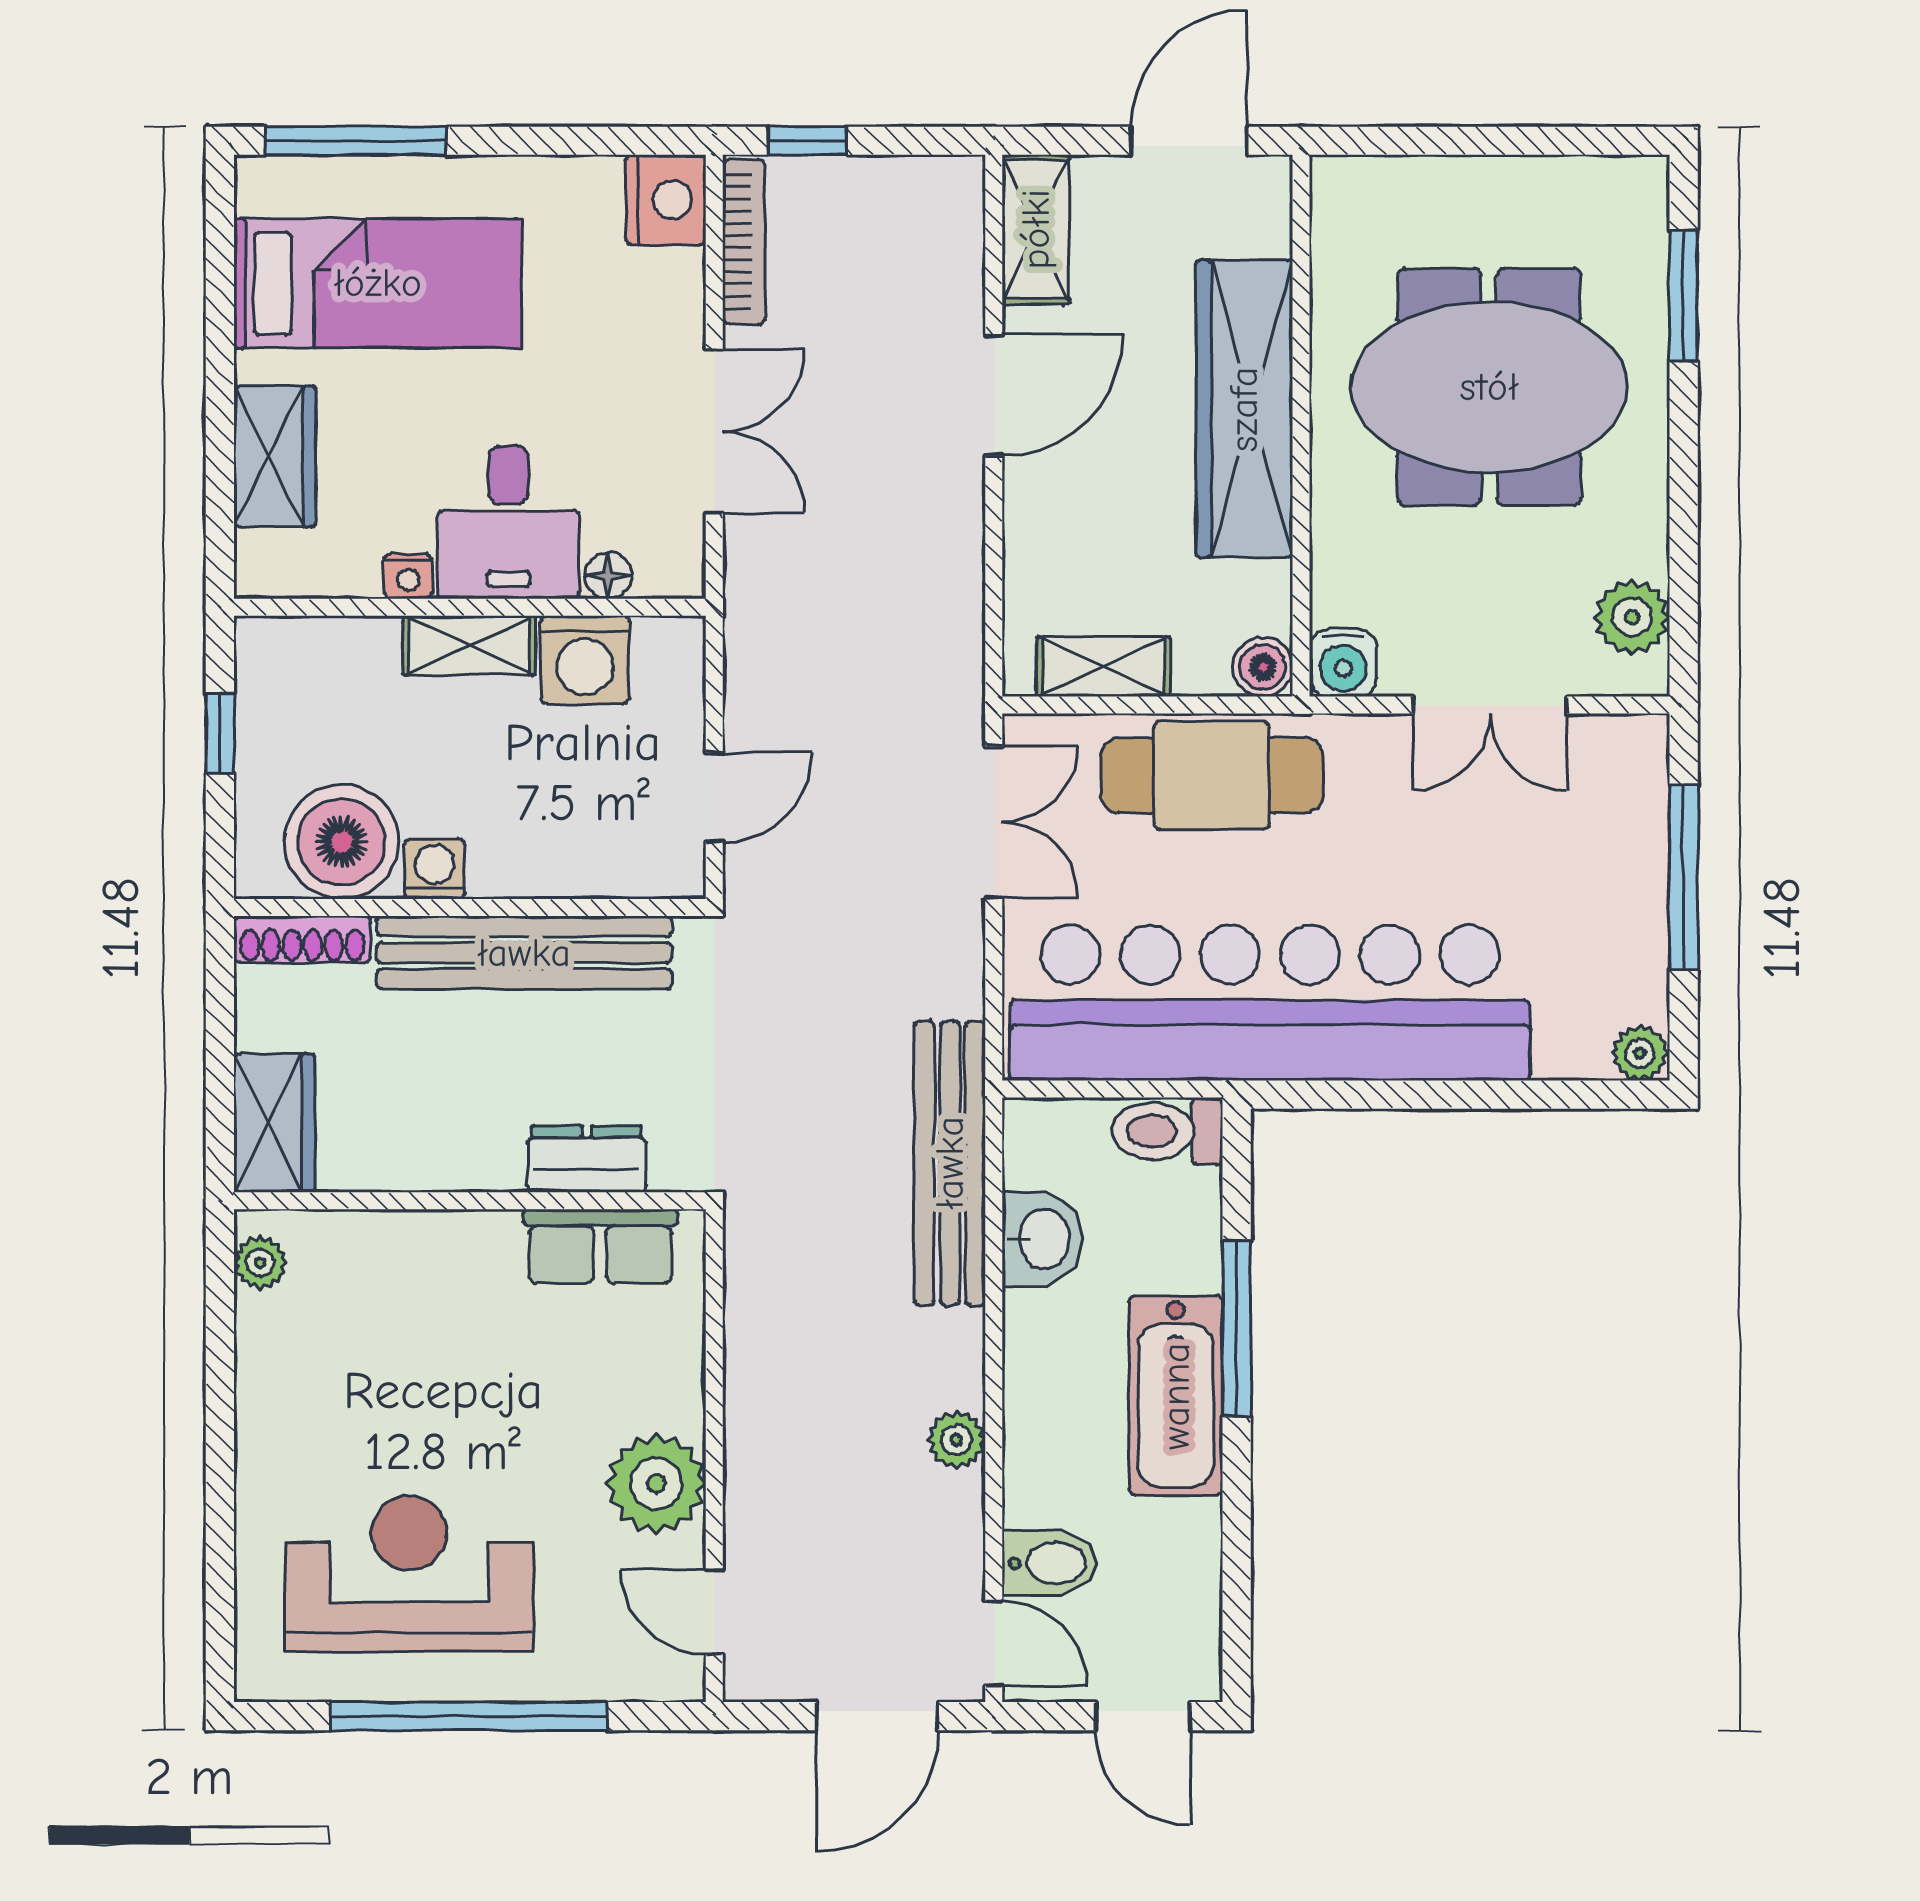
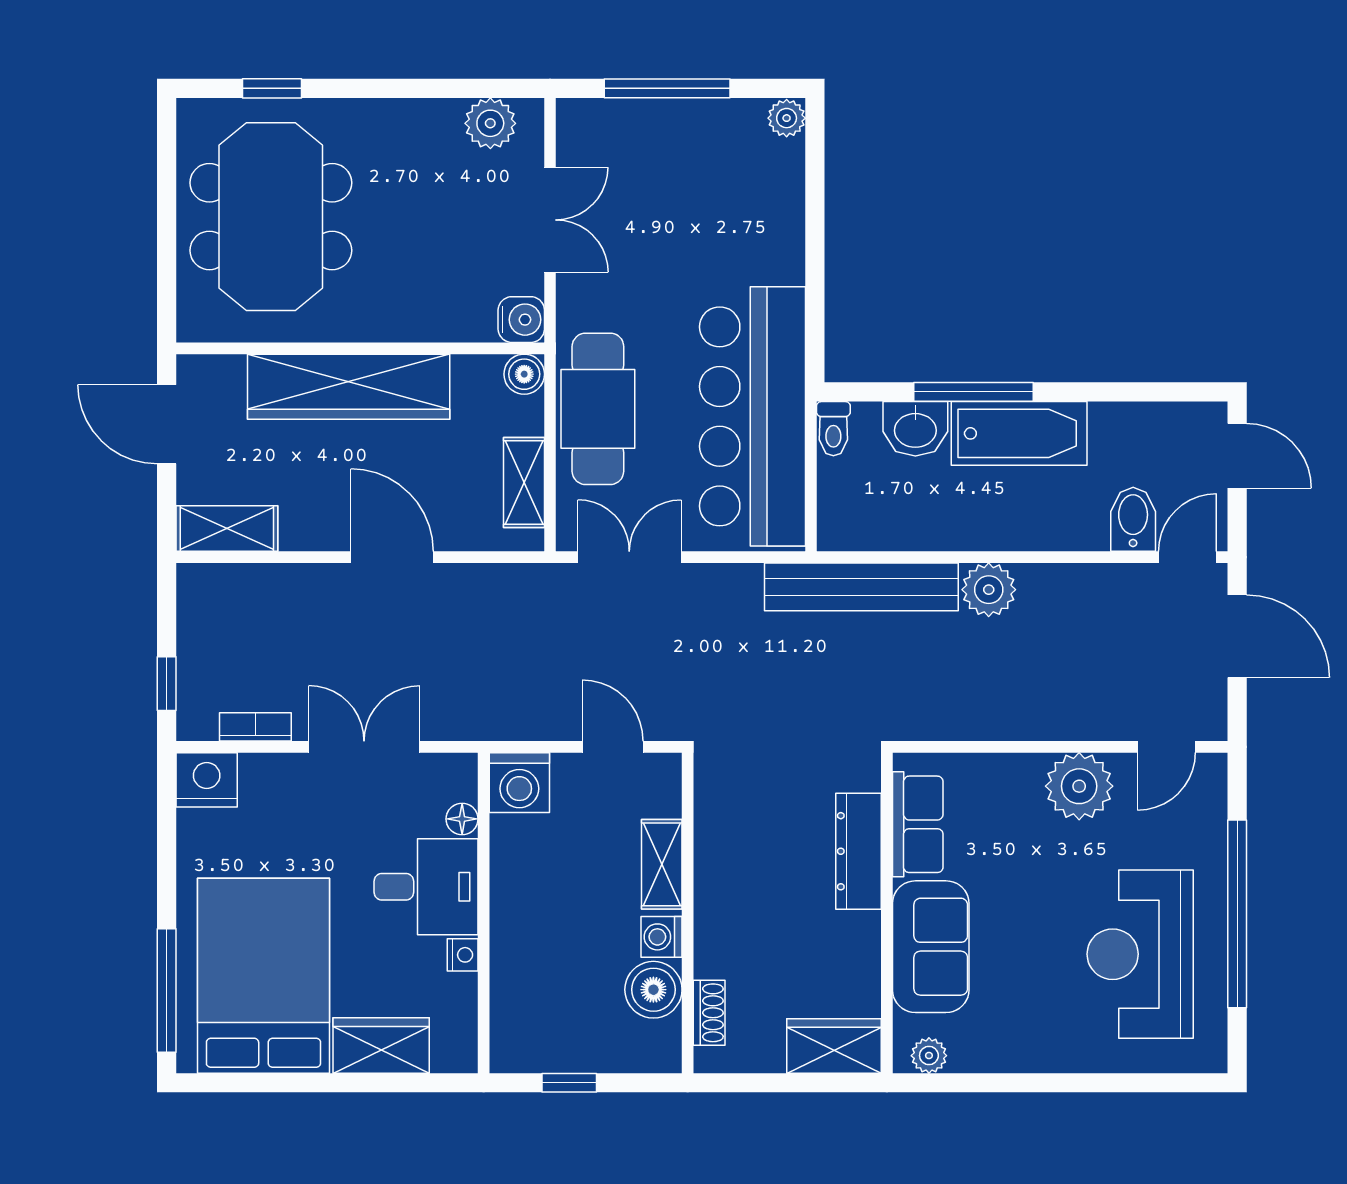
bookcase: (744, 242) -> (255, 727), width x0.64
bed: (378, 283) -> (263, 976), width x1.50
window: (1684, 296) -> (272, 88), width x0.67
meeting table: (1489, 387) -> (271, 217), moved
door: (994, 395) -> (392, 557), moved
shelving: (469, 645) -> (662, 864), moved
washing machine: (585, 660) -> (519, 783), moved, turned 90
boiler: (342, 842) -> (653, 990), width x0.73, depth x0.73
shoe rack: (302, 939) -> (709, 1013), width x0.70
bench: (524, 953) -> (718, 876), removed
bar counter: (1270, 1003) -> (752, 416), width x0.73
toilet: (1167, 1131) -> (833, 429), width x0.73, depth x0.72
dresser: (587, 1159) -> (858, 851), width x1.44
washbasin: (1042, 1239) -> (915, 429), moved, turned 180
sofa: (420, 1265) -> (931, 947), added
plant: (956, 1440) -> (989, 590), moved, width x1.38, depth x1.38
door: (1143, 1716) -> (1237, 456), hinge flipped

